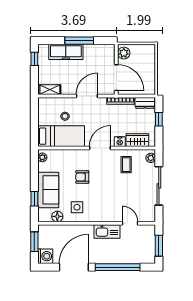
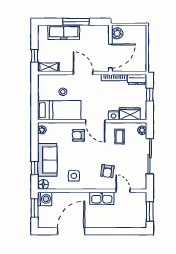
window: (34, 59) -> (35, 56), moved
door: (116, 78) -> (110, 56), hinge flipped
door: (87, 96) -> (83, 73), hinge flipped
door: (100, 148) -> (95, 121), swing flipped
armchair: (82, 177) -> (78, 135), moved
armchair: (113, 202) -> (107, 171), added
floor lamp: (57, 216) -> (43, 184), moved
washing machine: (45, 256) -> (45, 199), moved
window: (118, 267) -> (112, 231), removed

